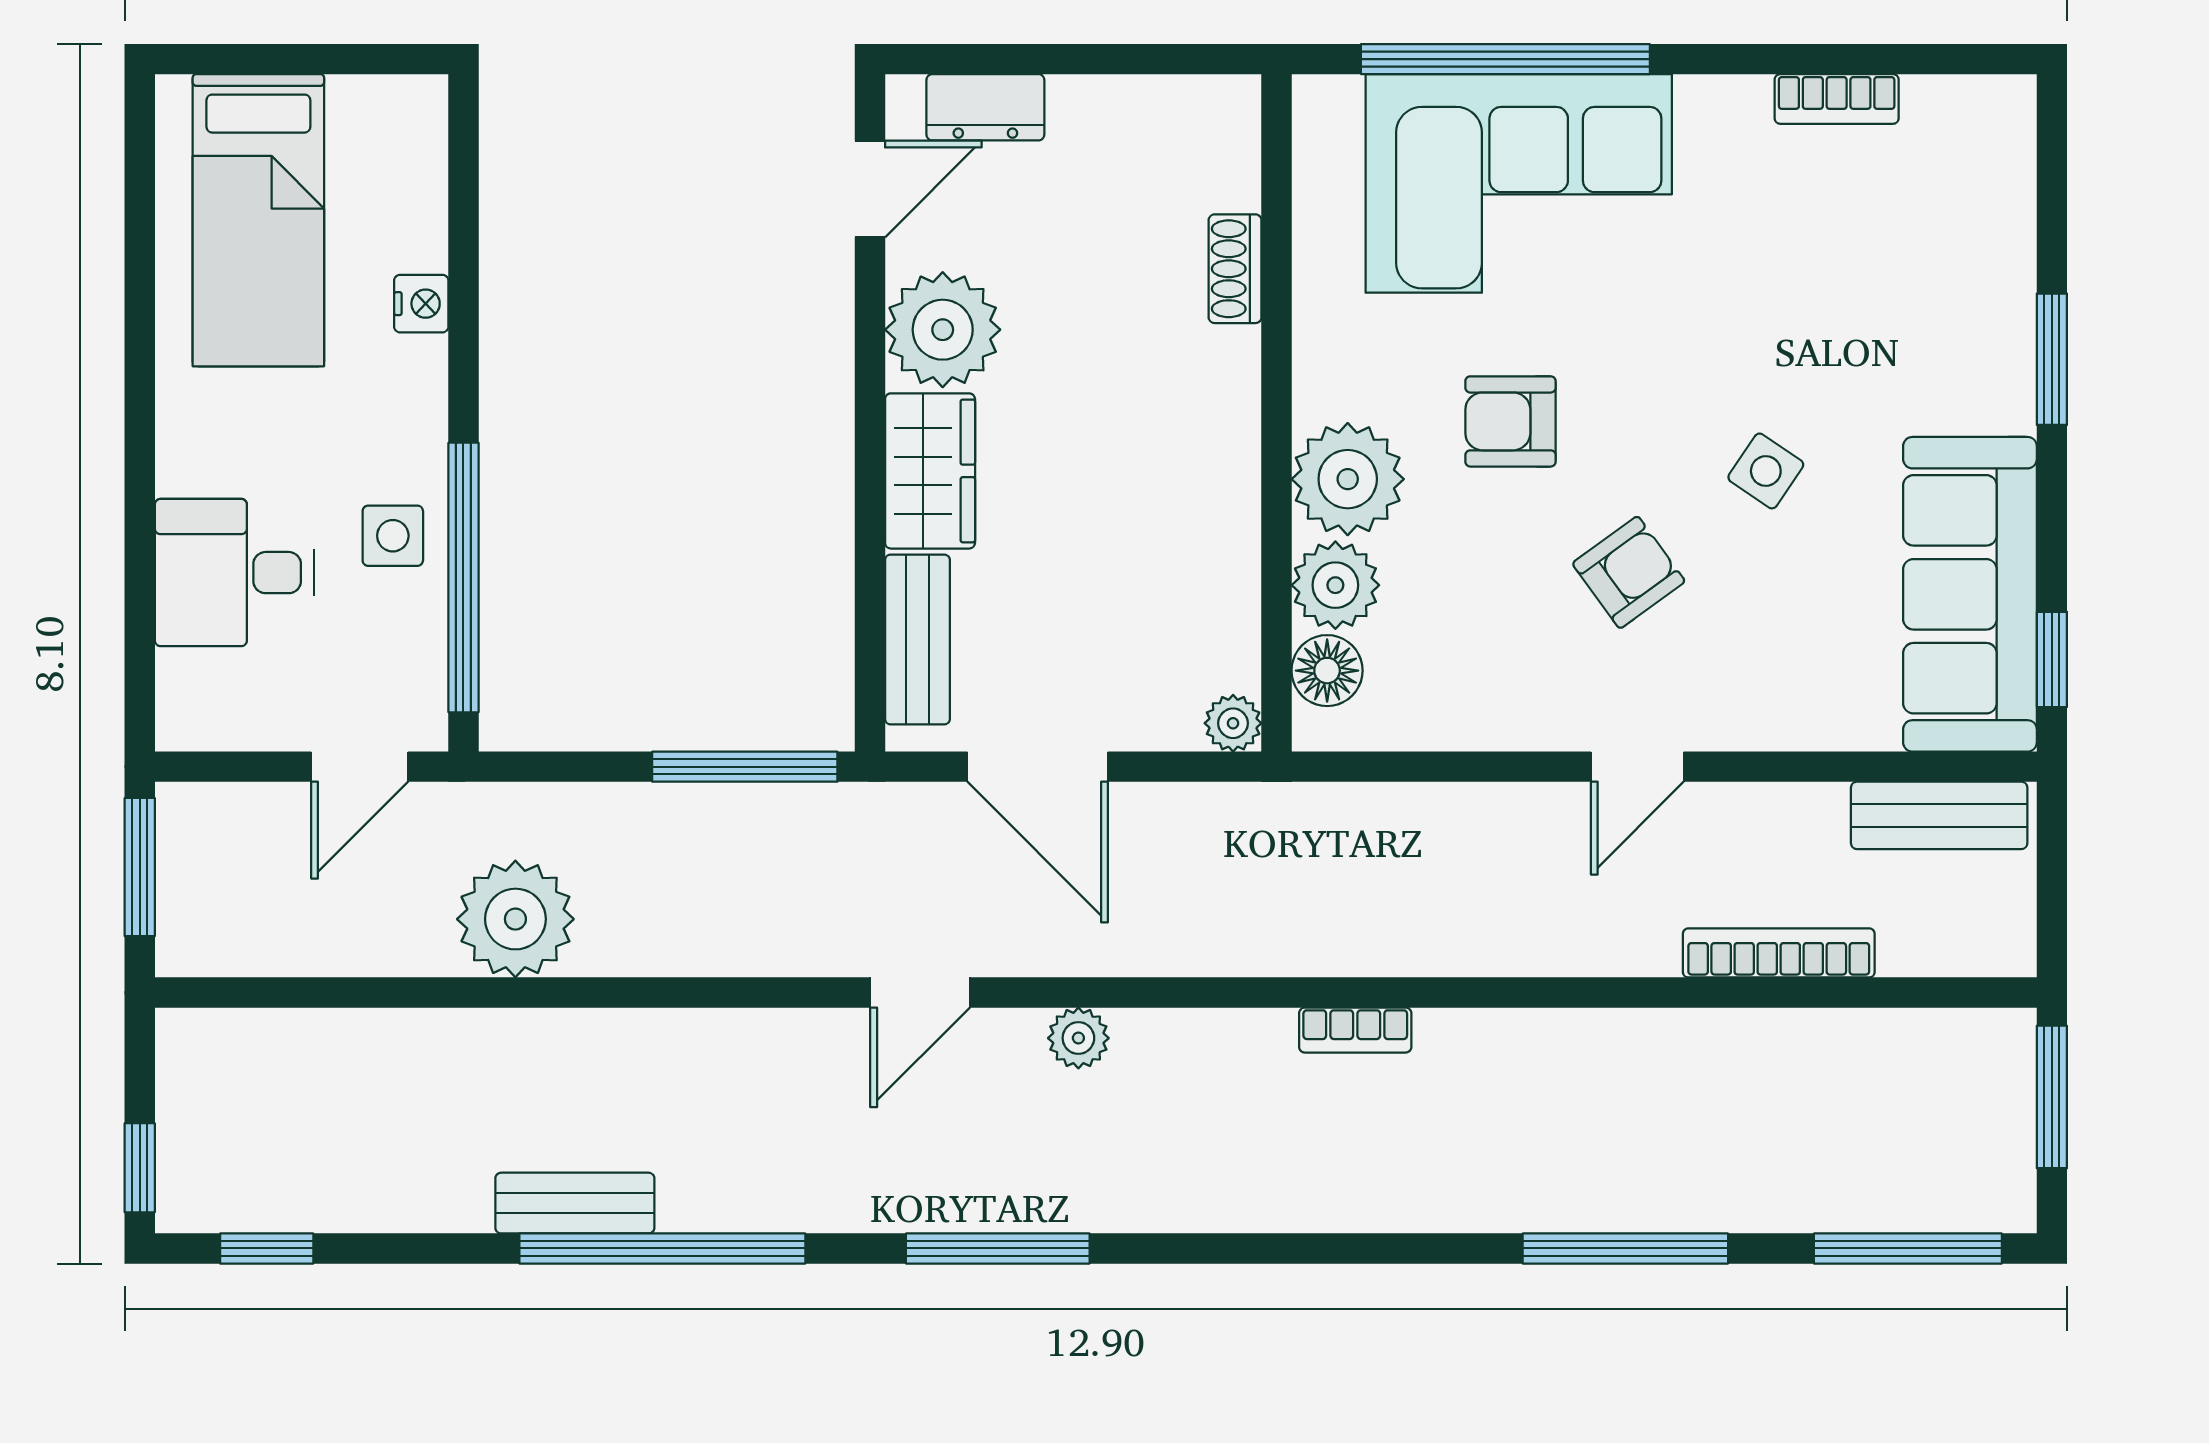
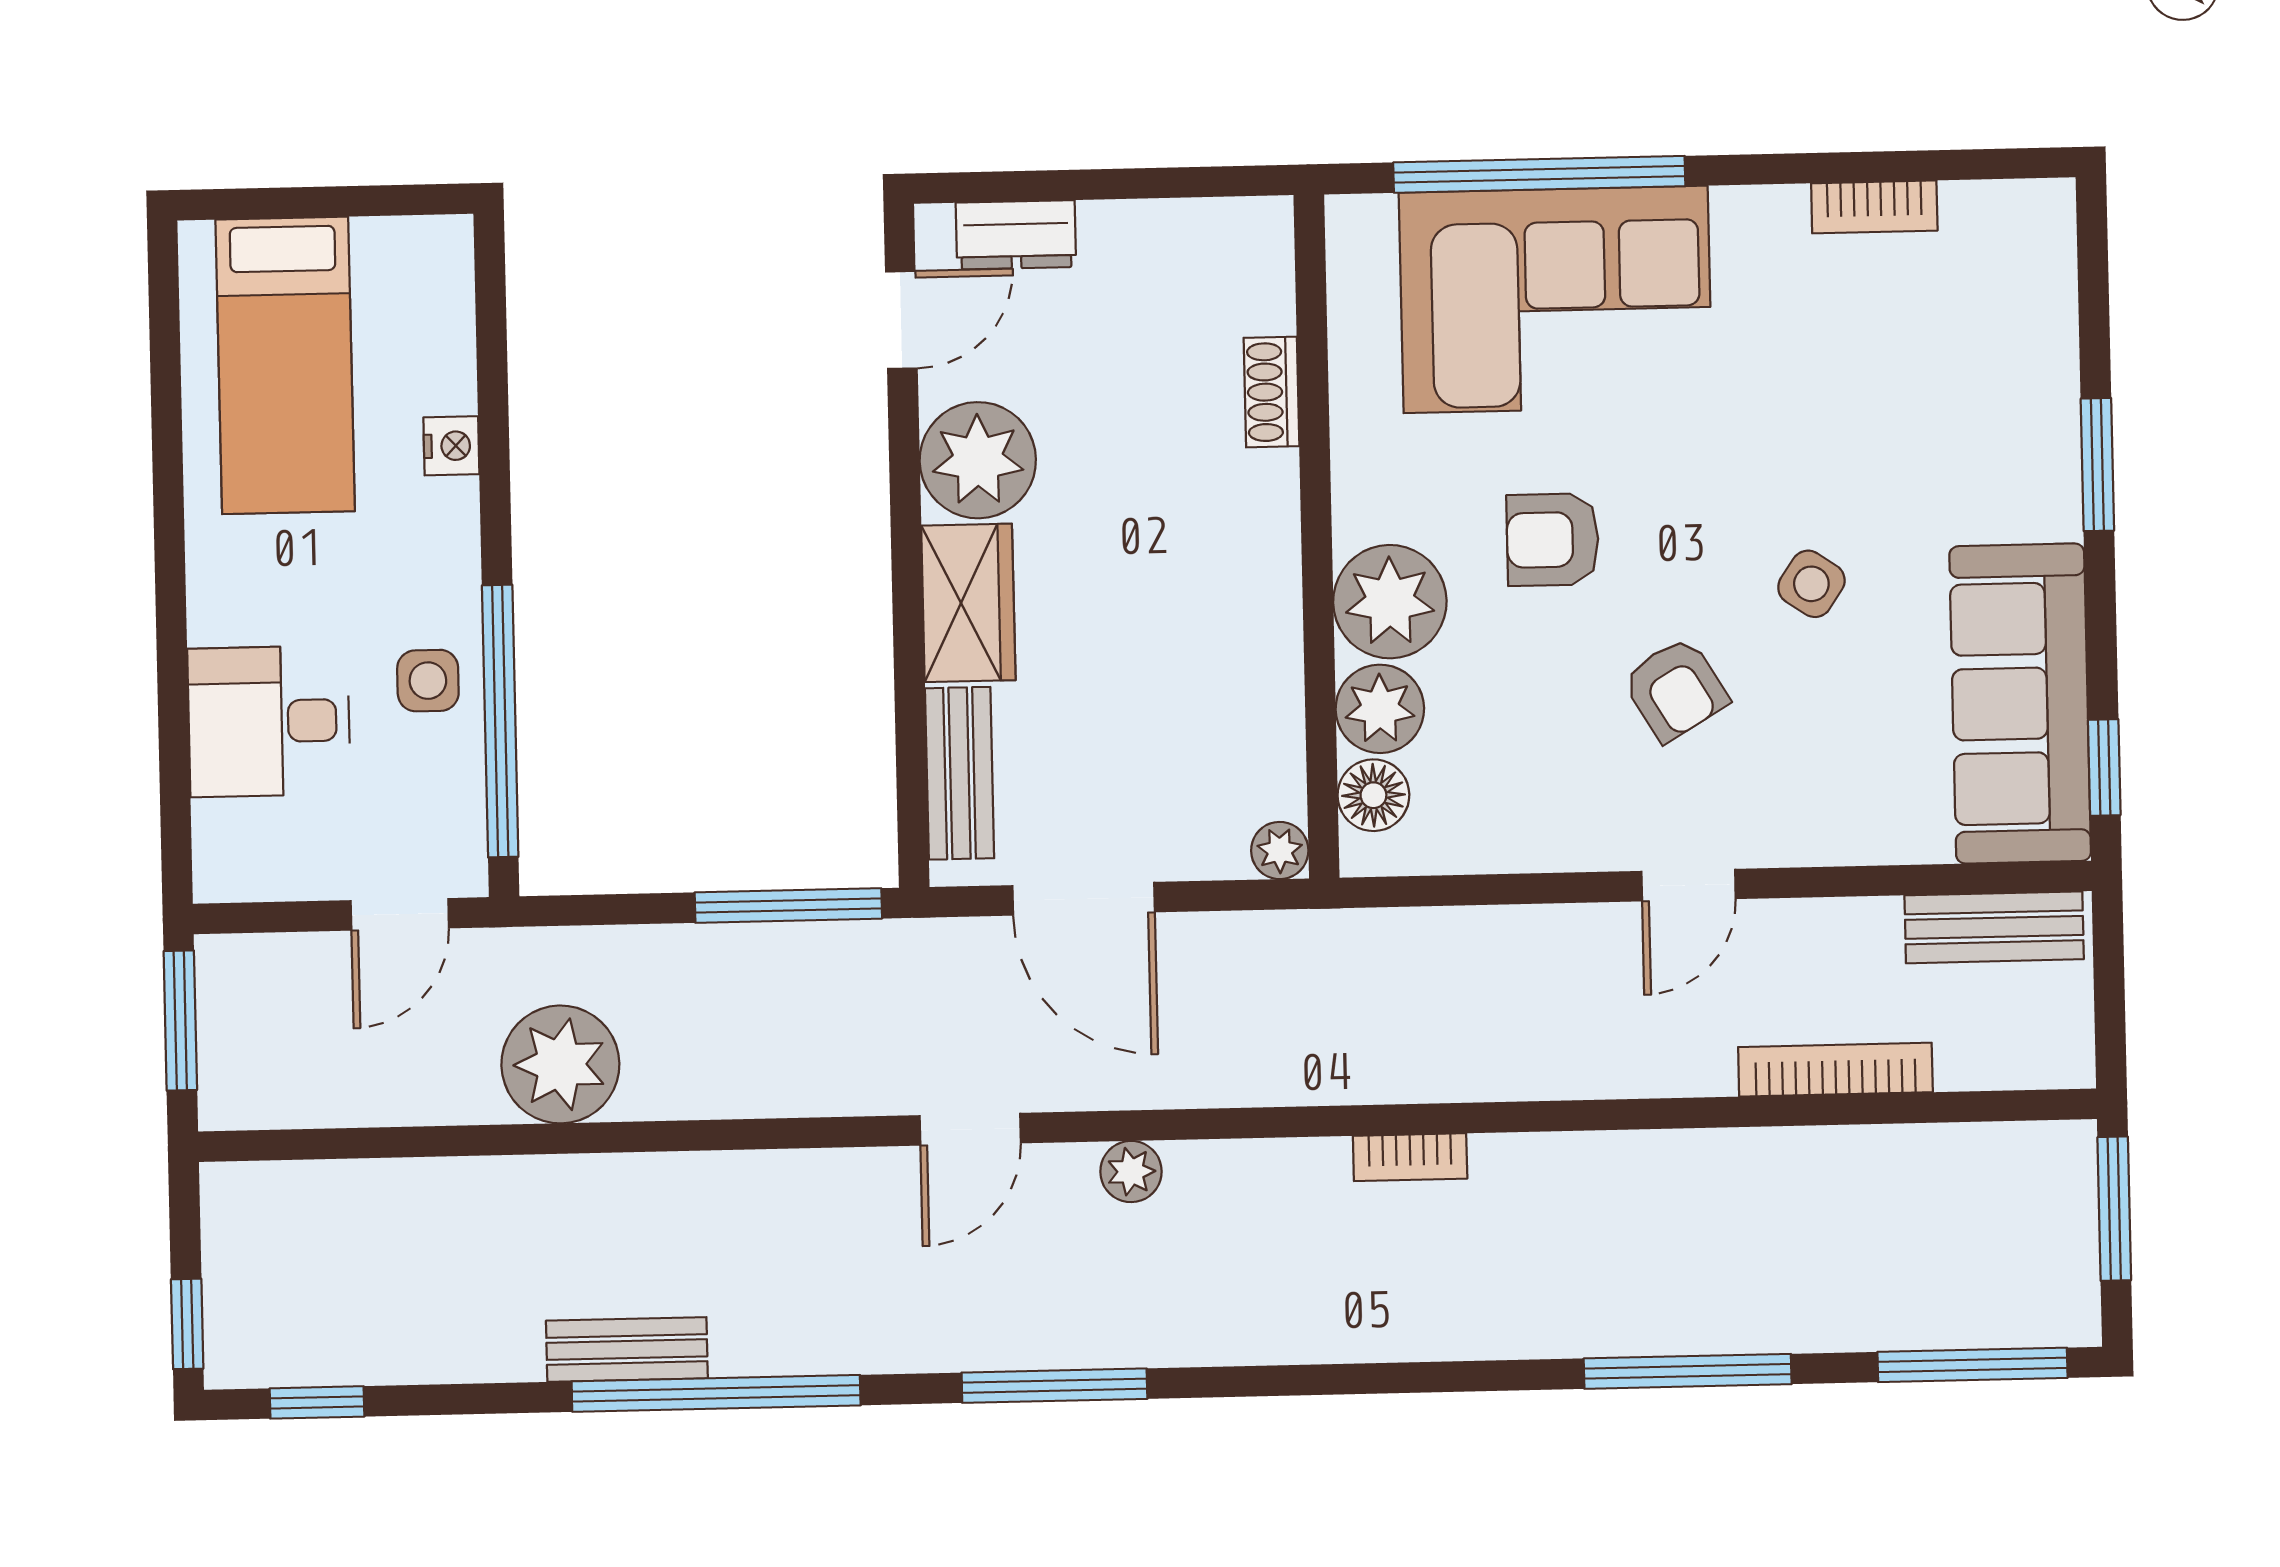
armchair: (1629, 572) -> (1675, 689), turned 95

